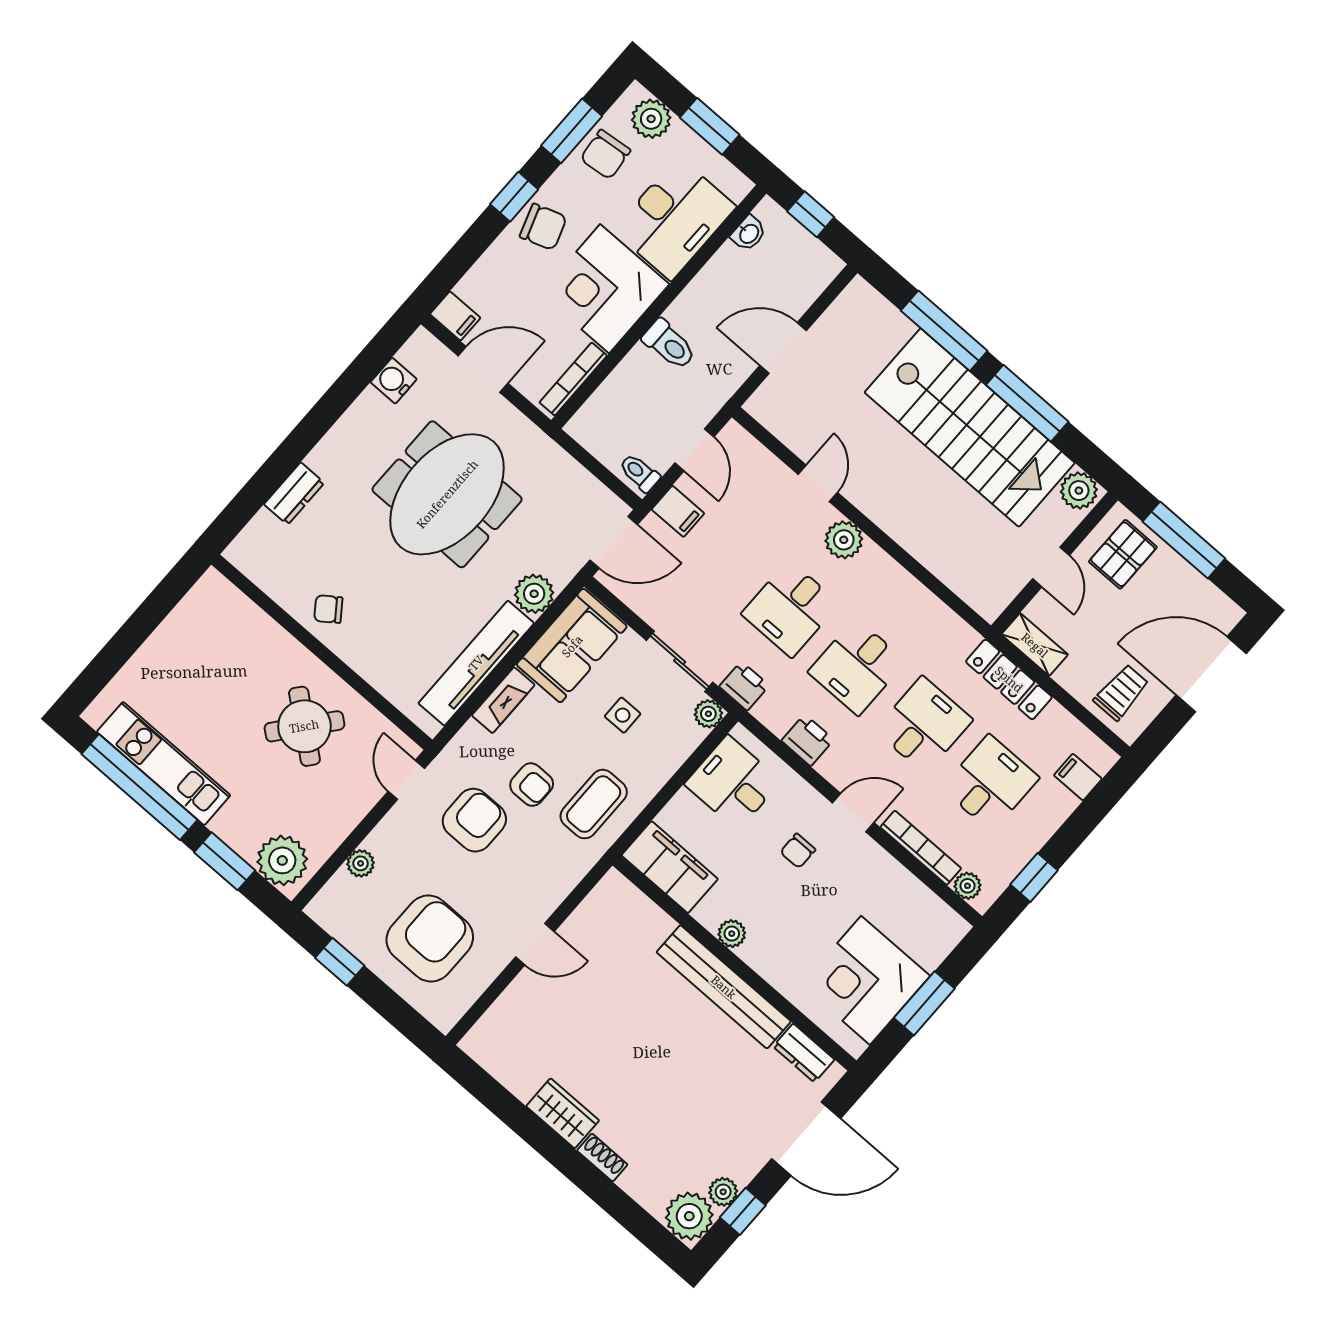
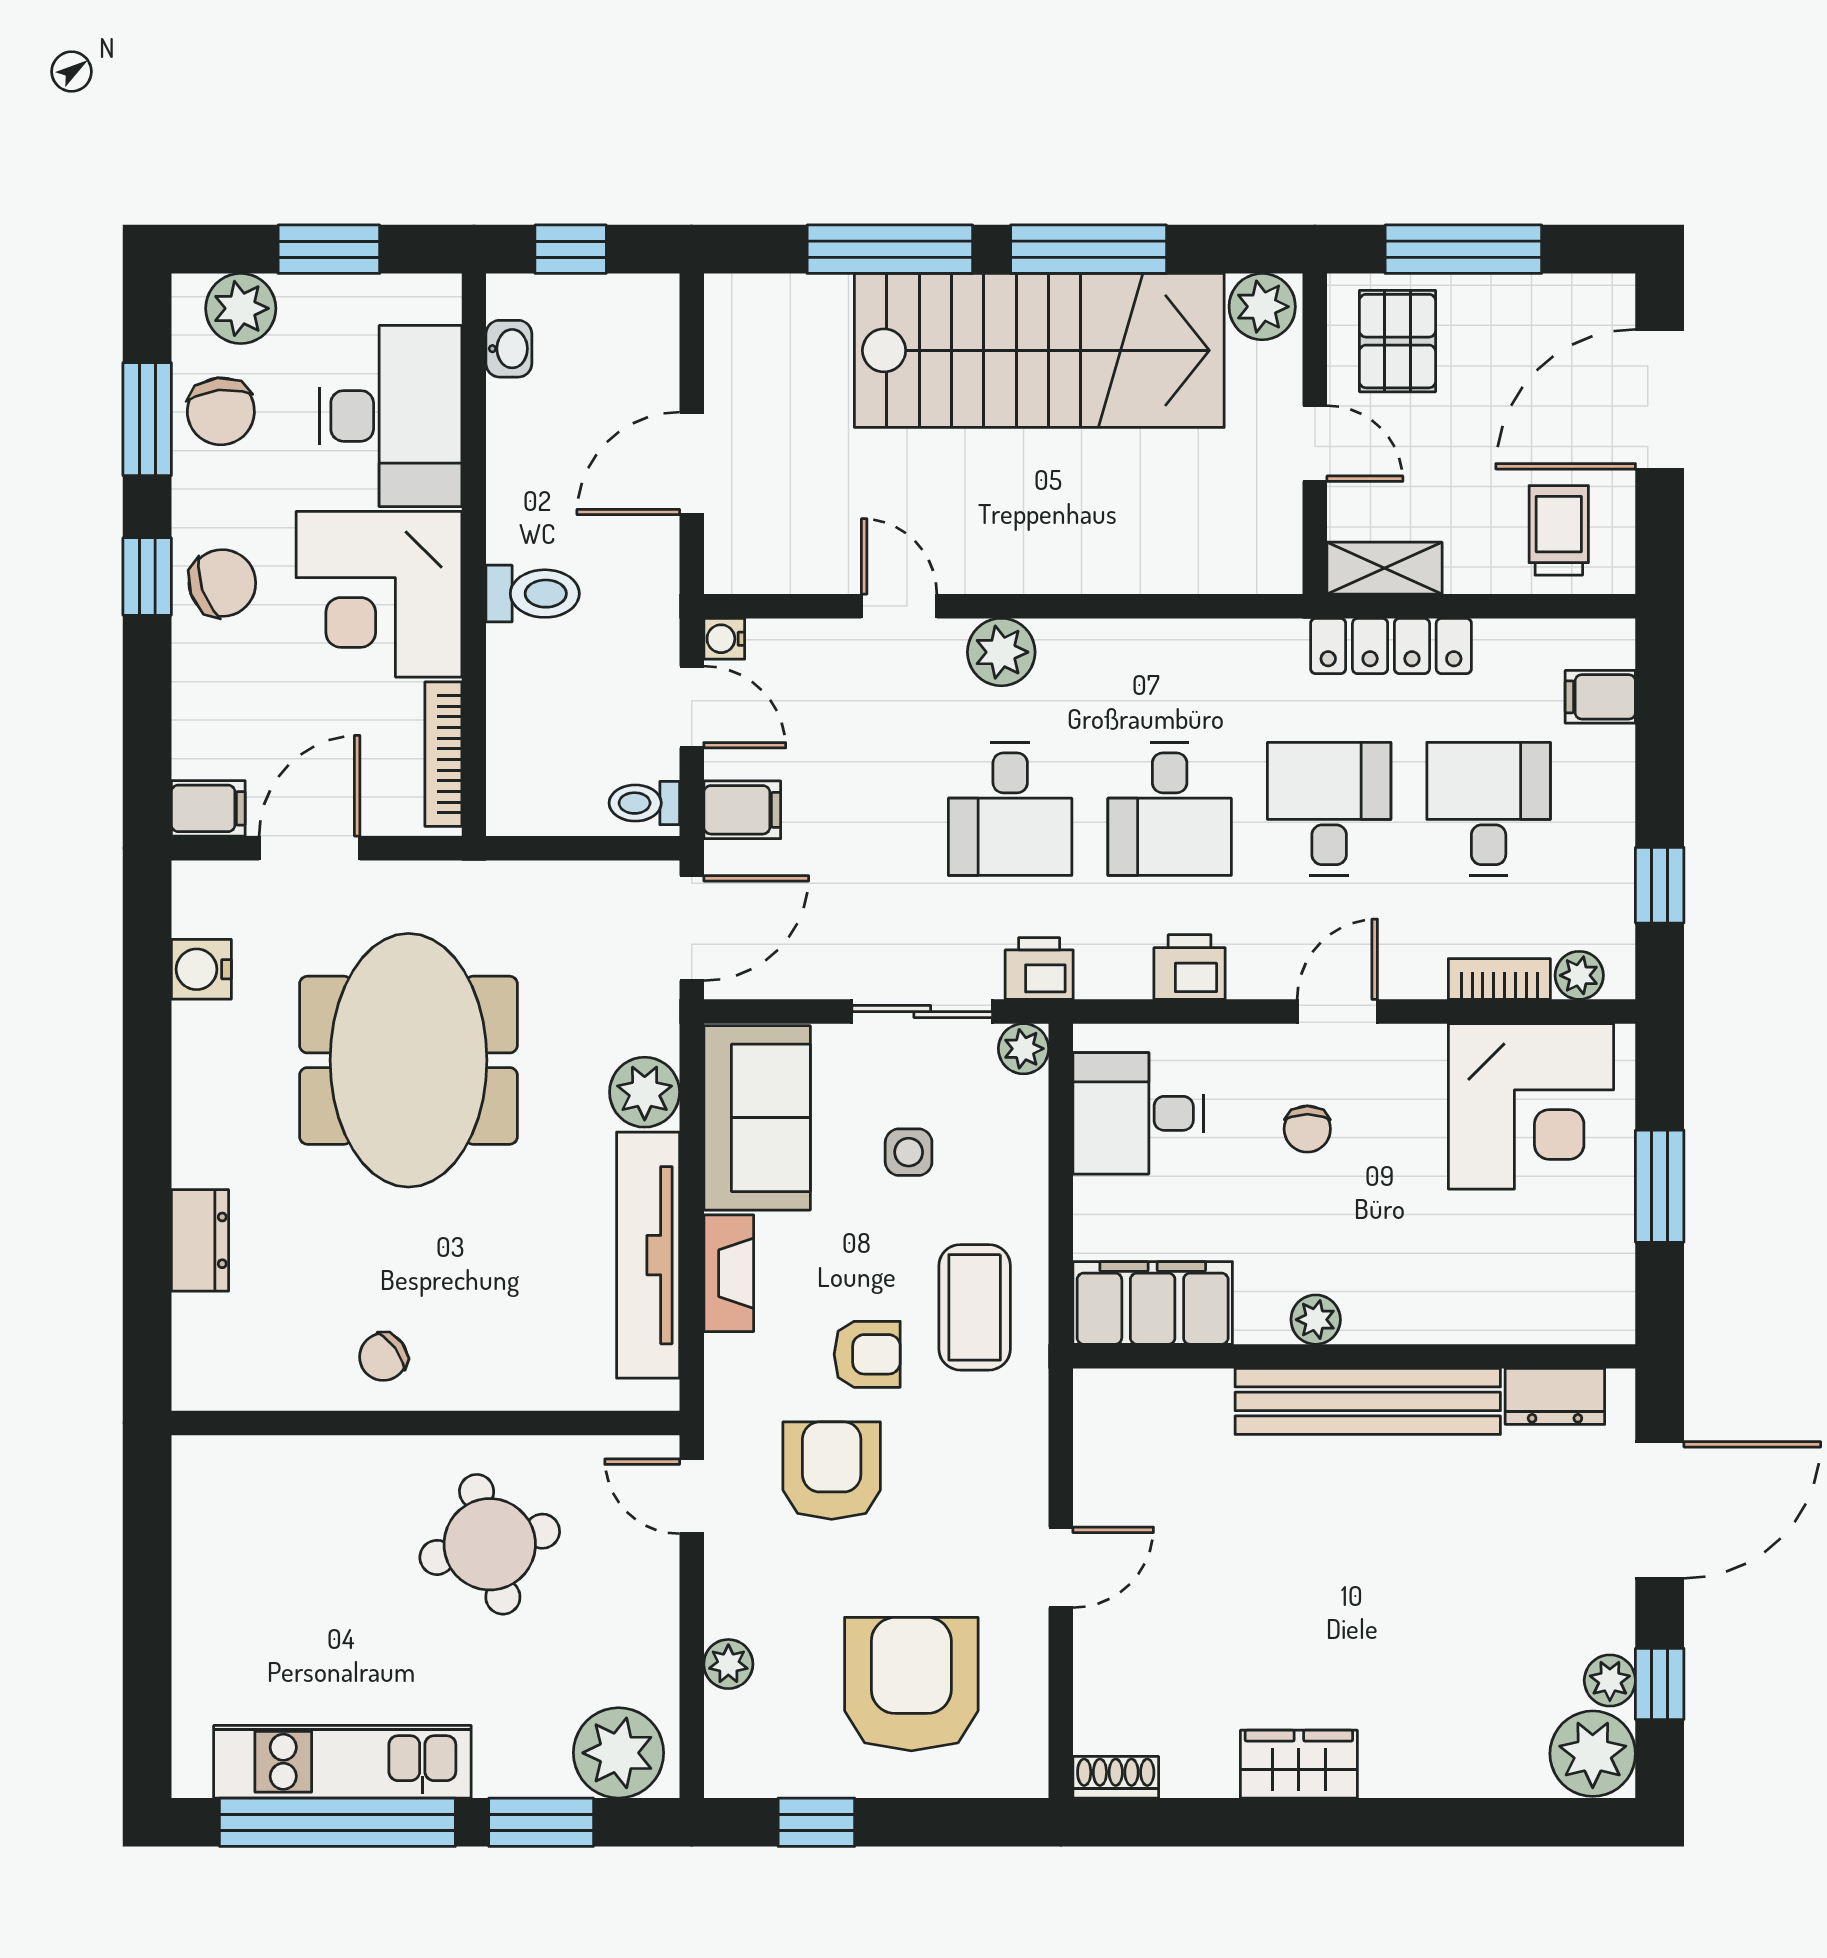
water cooler: (733, 433) -> (724, 639), added
round table: (304, 726) -> (490, 1544), turned 37
bookcase: (921, 848) -> (1499, 979), width x0.64
corner desk: (866, 980) -> (1531, 1106), moved, turned -90
shoe rack: (602, 1158) -> (1116, 1777), moved

